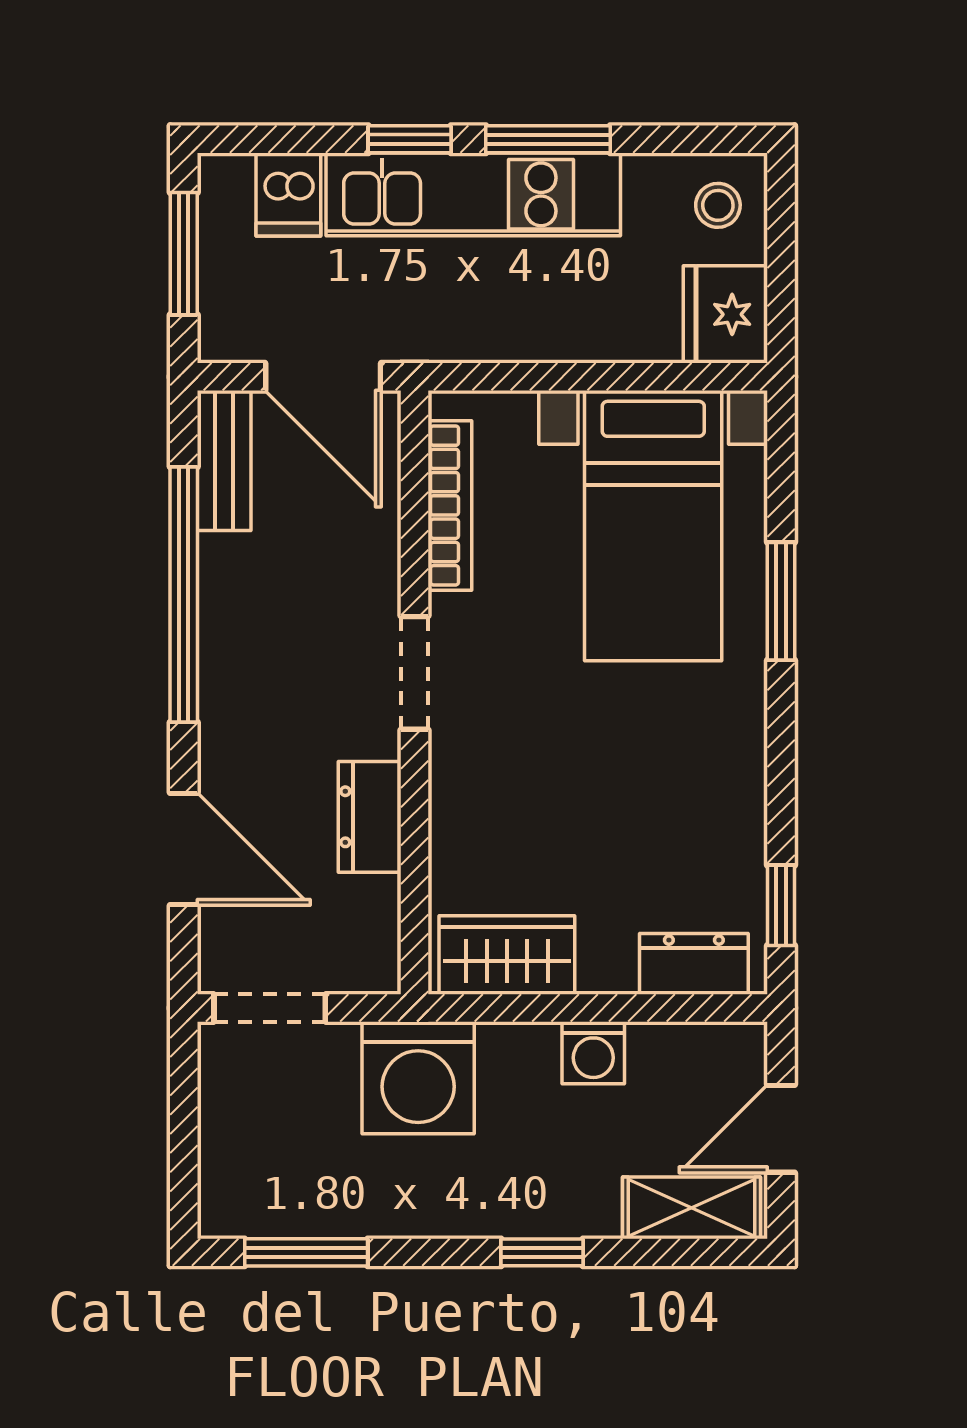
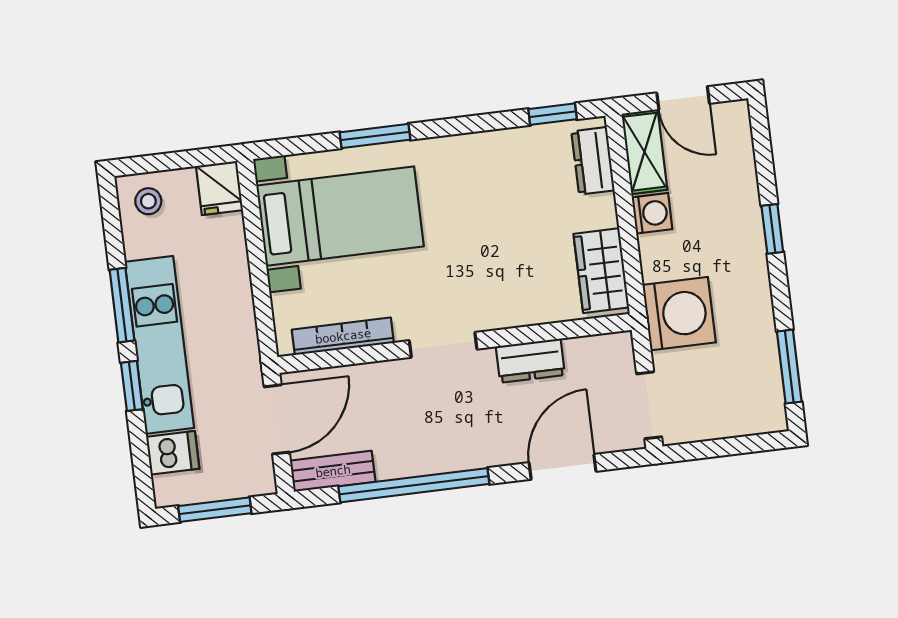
fridge: (725, 314) -> (219, 188), width x0.72
shelving: (691, 1208) -> (644, 152), moved

